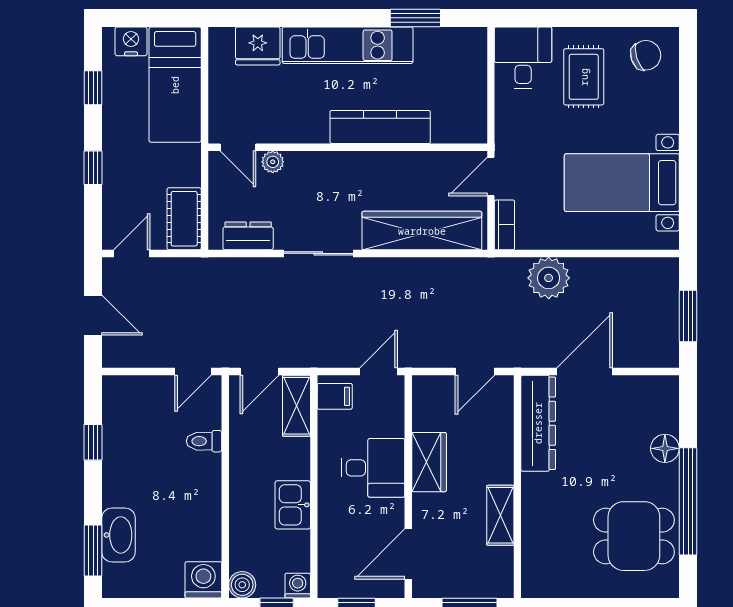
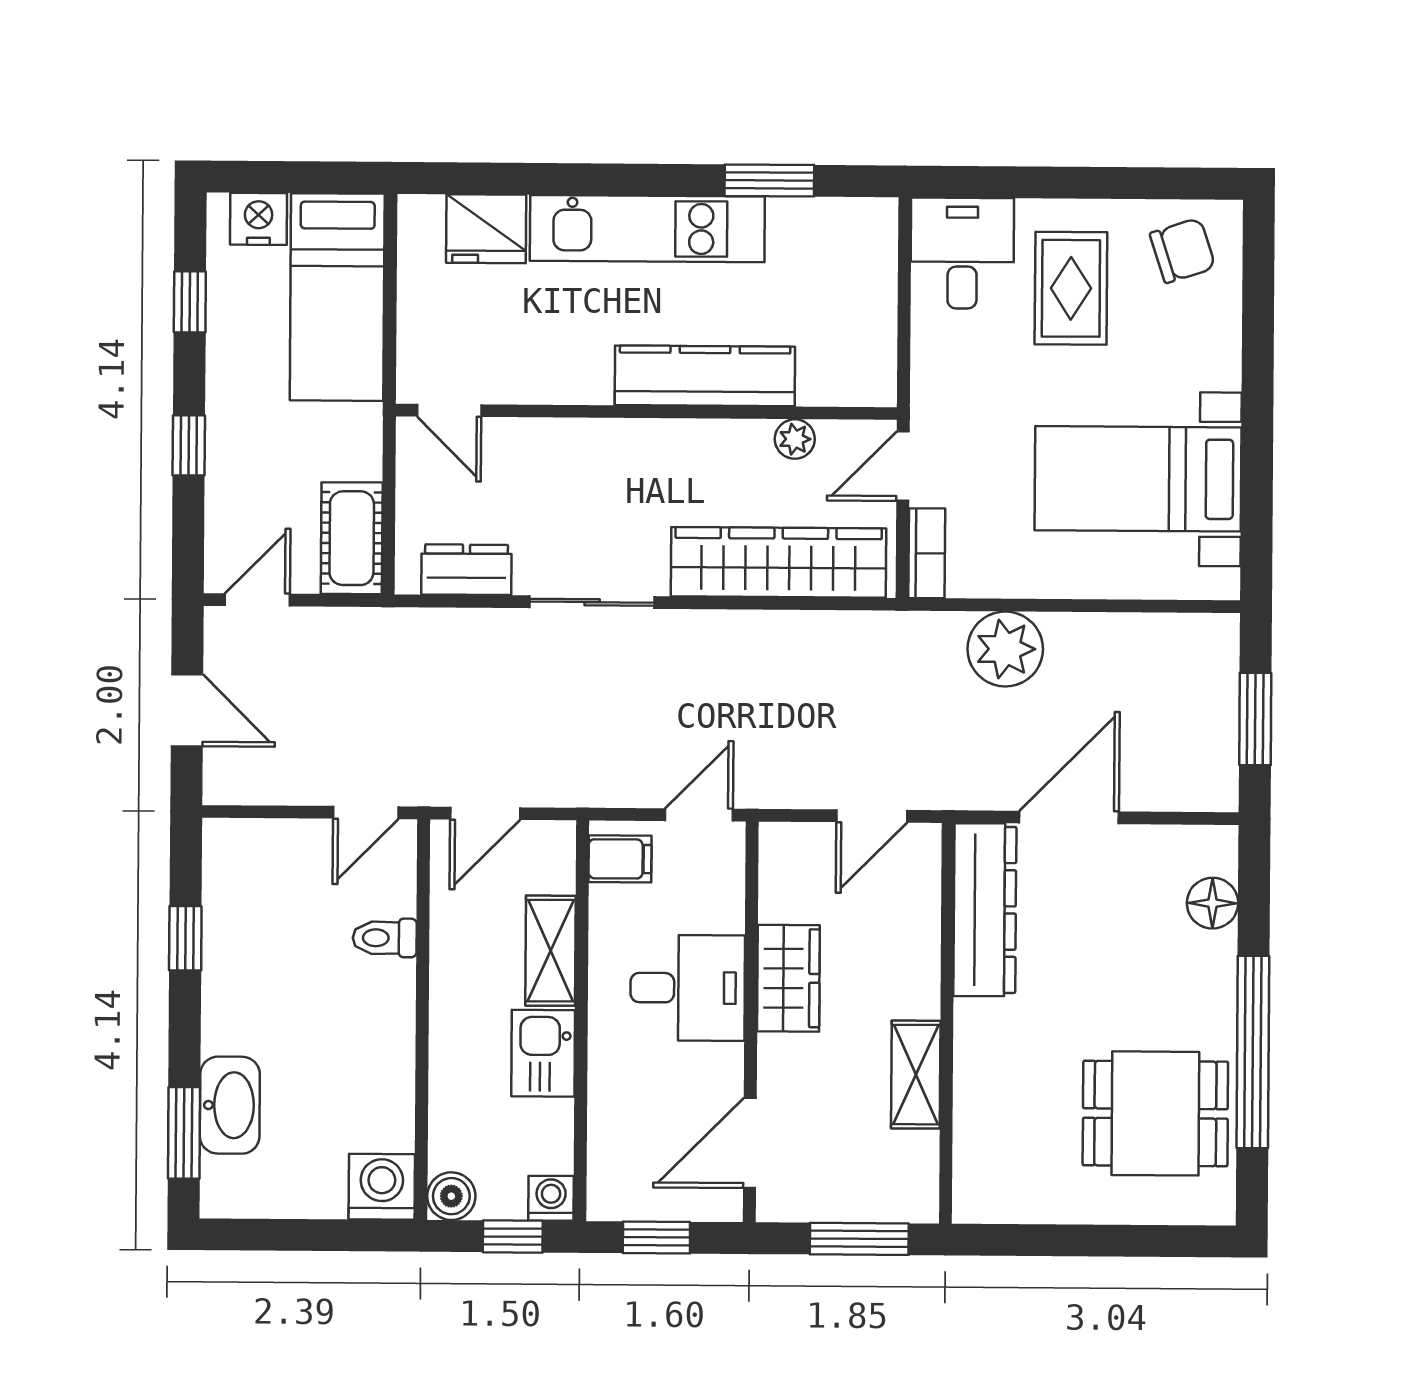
plant: (273, 162) -> (795, 439), moved
shelving: (296, 406) -> (551, 951), moved
floor lamp: (665, 448) -> (1213, 903), moved

